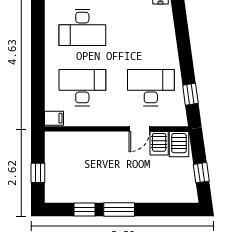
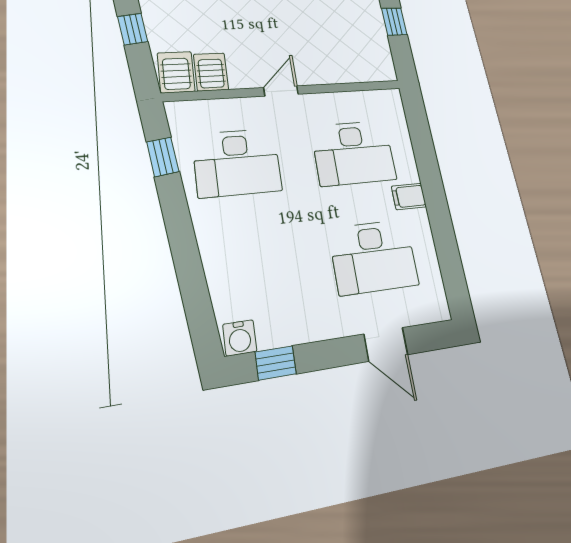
desk: (82, 27) -> (373, 257), turned 180
filing cabinet: (54, 118) -> (409, 196), moved
door: (139, 129) -> (281, 91), moved

